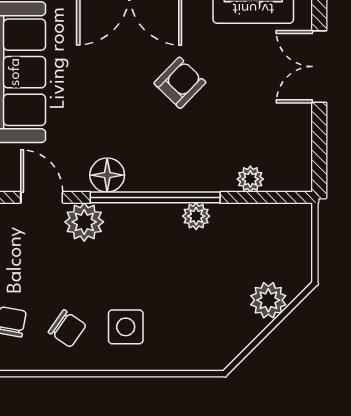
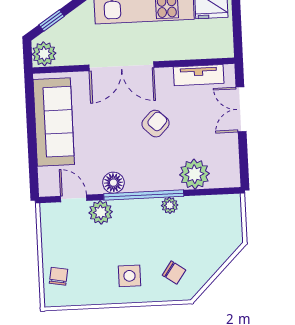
plant: (250, 179) -> (194, 174), width x1.87, depth x1.87
plant: (268, 300) -> (217, 255), removed
chair: (67, 329) -> (174, 273), moved

